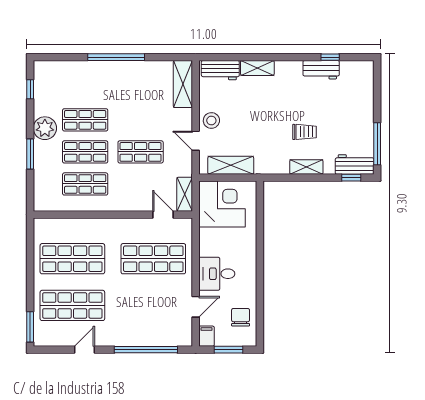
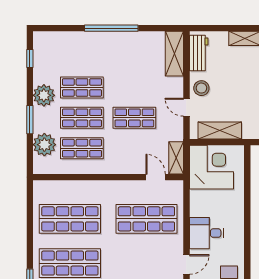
workbench: (220, 70) -> (199, 53), moved, turned -90
plant: (45, 180) -> (44, 145), added

